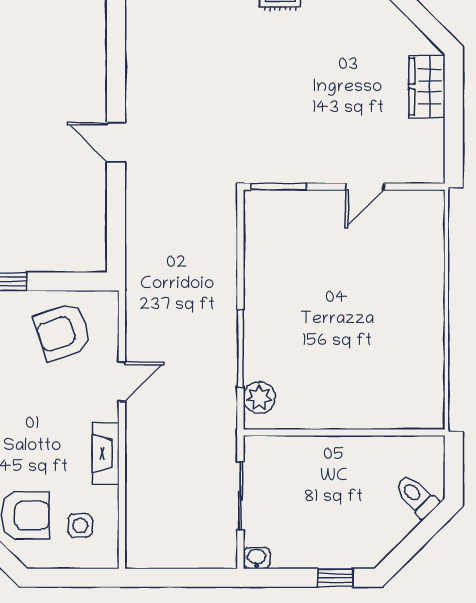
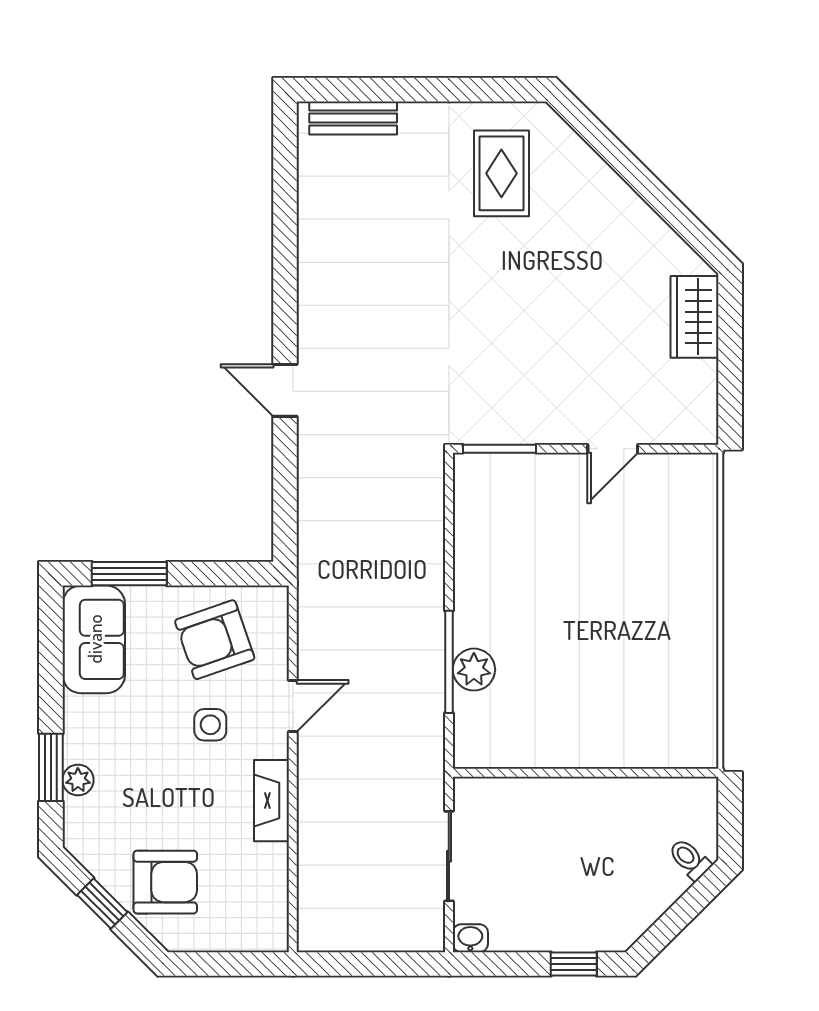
plant: (259, 397) -> (474, 670), moved
toilet: (416, 496) -> (690, 859), width x0.73, depth x0.72
side table: (80, 526) -> (210, 725), moved

